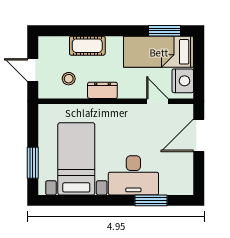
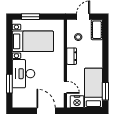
cot: (87, 46) -> (97, 30), moved
door: (157, 101) -> (65, 87), hinge flipped

